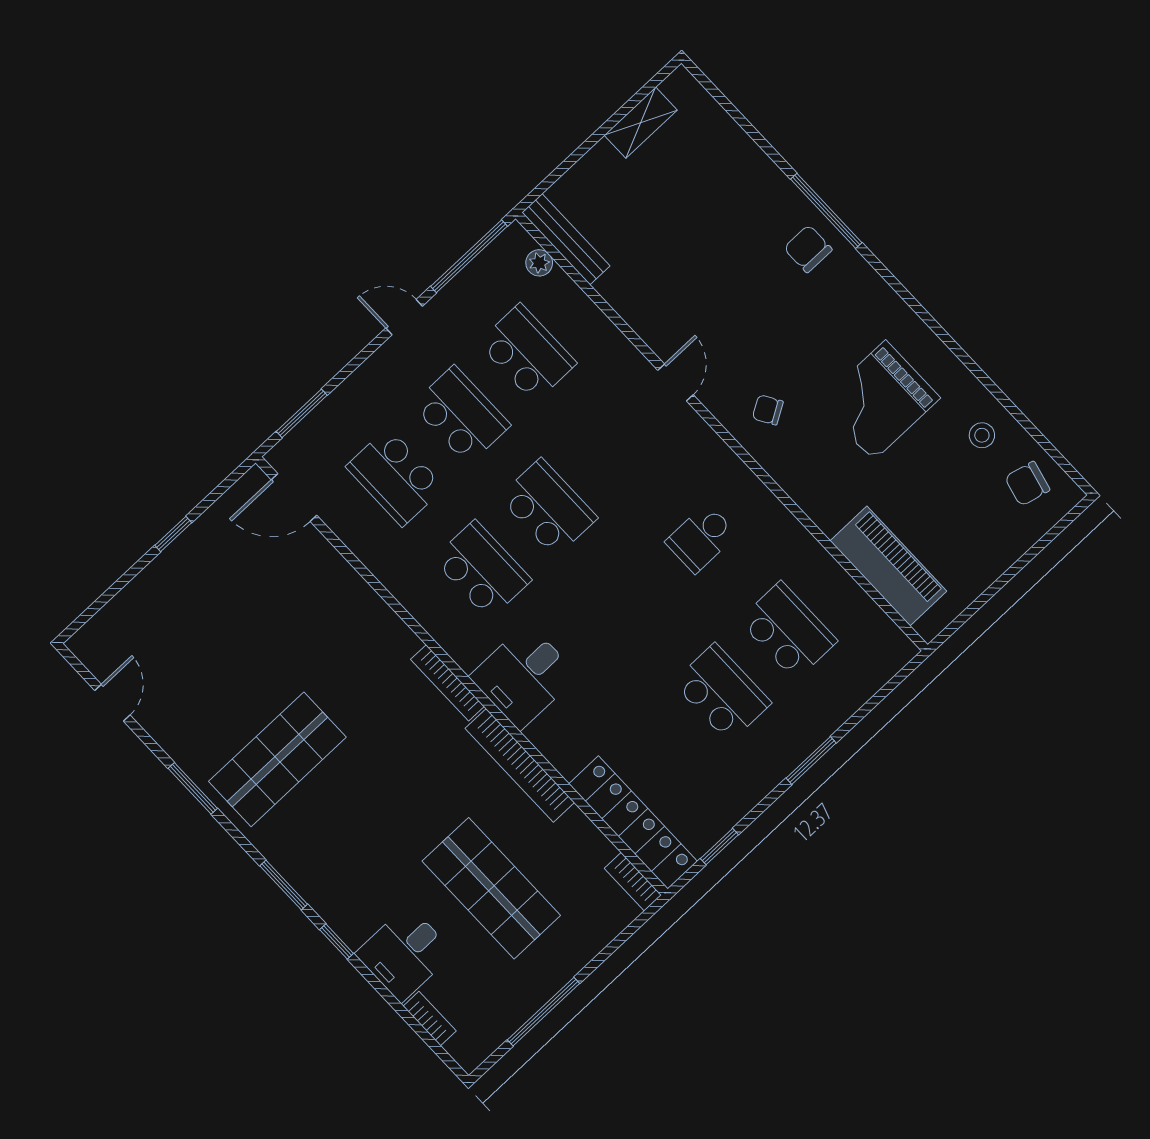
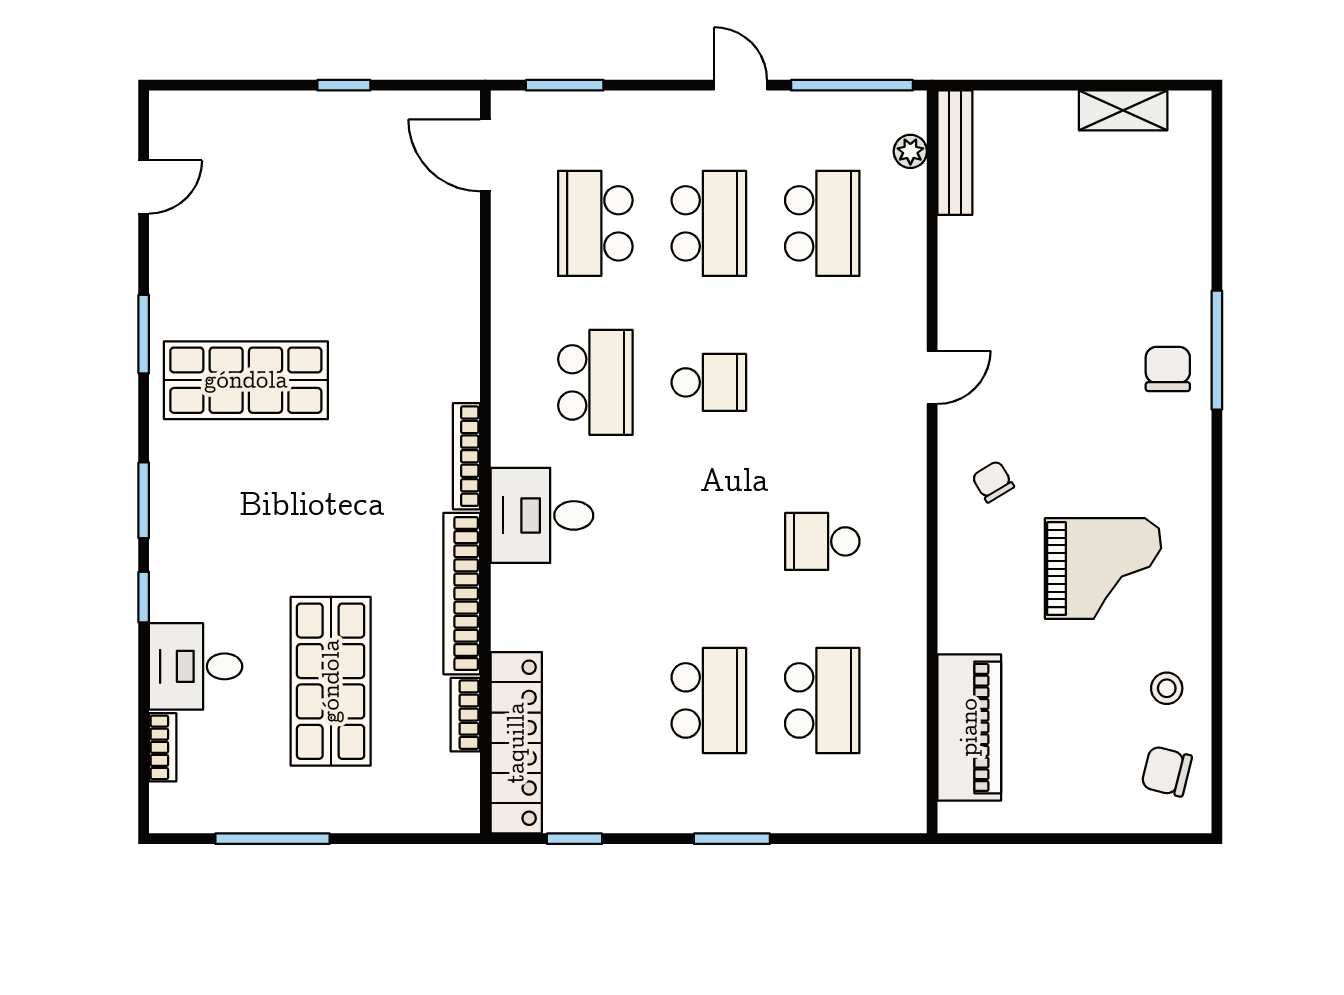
grand piano: (879, 400) -> (1103, 569), turned 180
school desk: (548, 508) -> (709, 382), width x0.54
bookcase: (633, 882) -> (465, 715), moved

